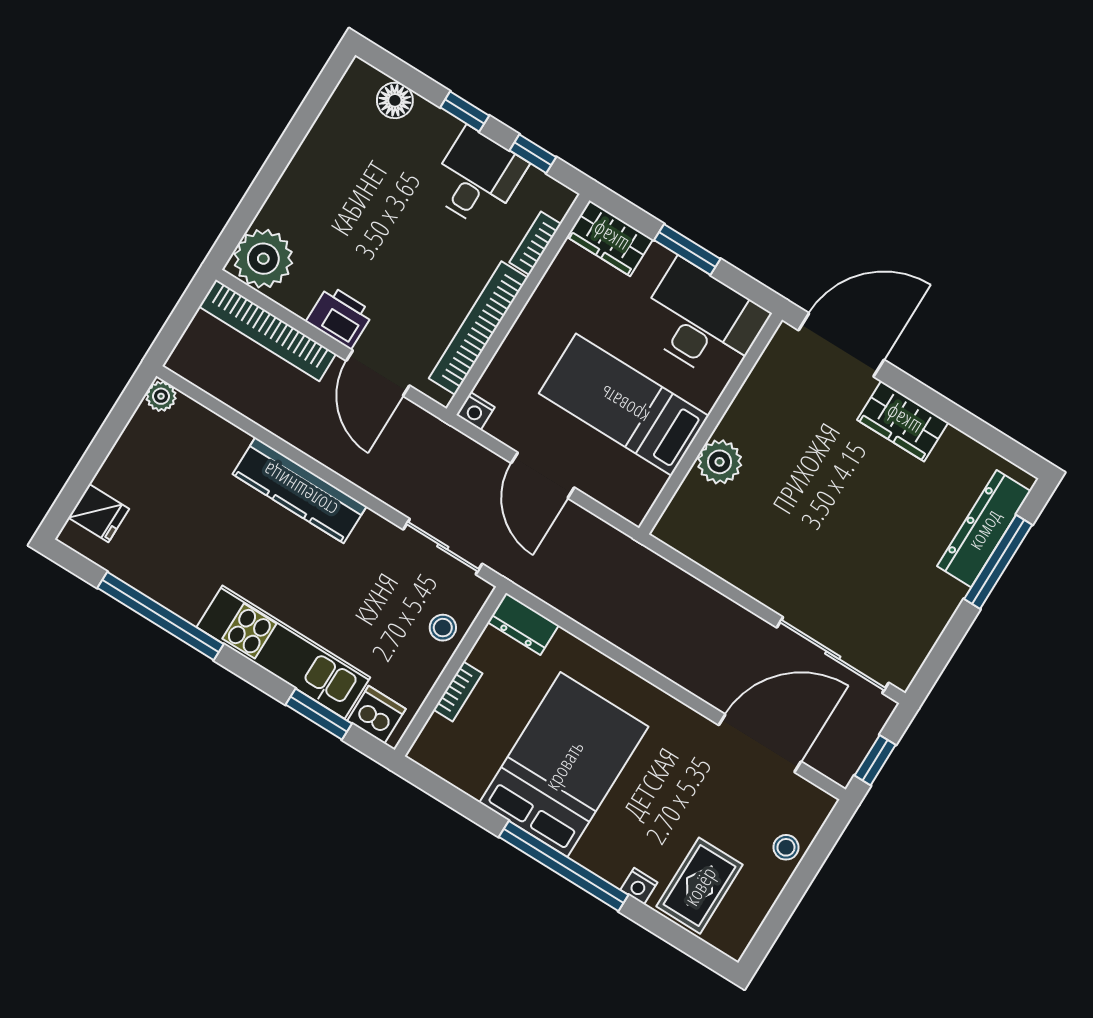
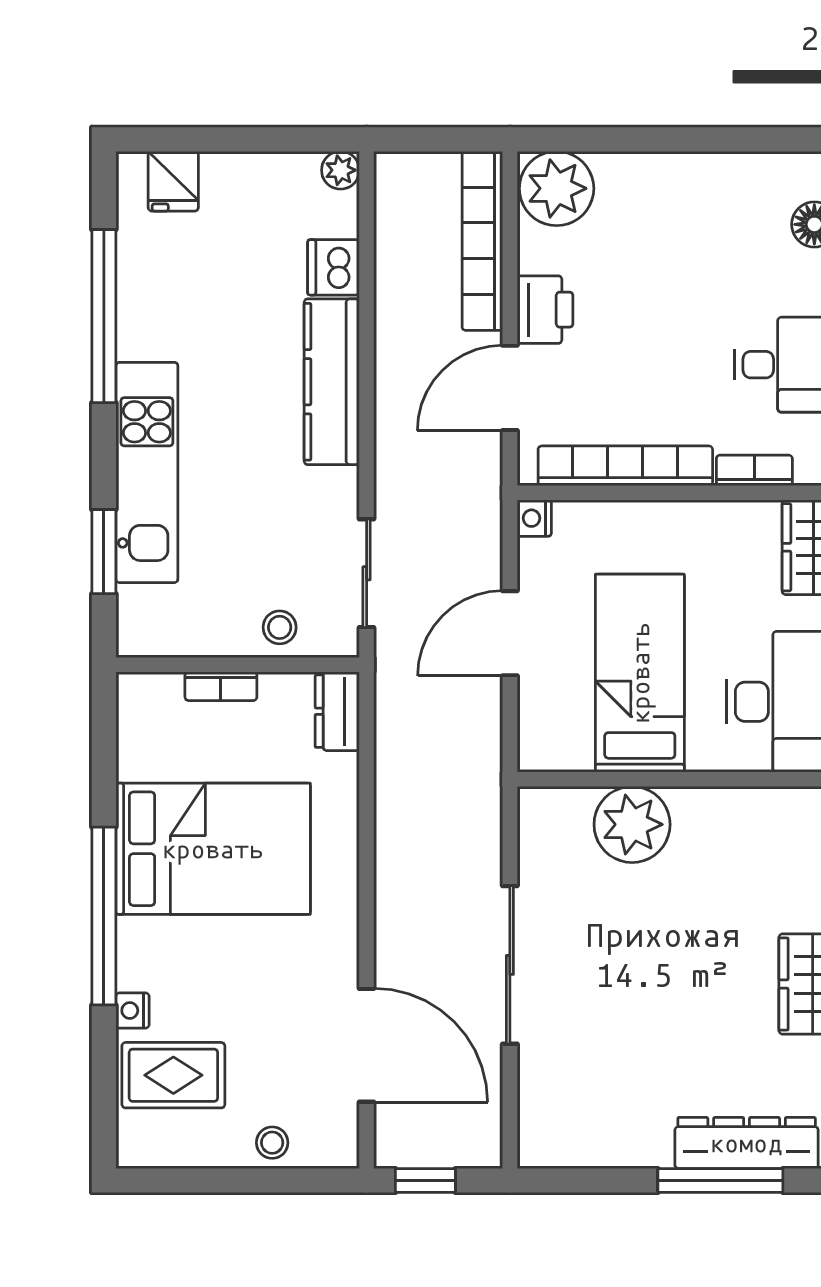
plant: (720, 462) -> (632, 824), width x1.36, depth x1.36
sliding door: (833, 655) -> (510, 965), moved
dishwasher: (377, 715) -> (333, 267), moved, turned 180

